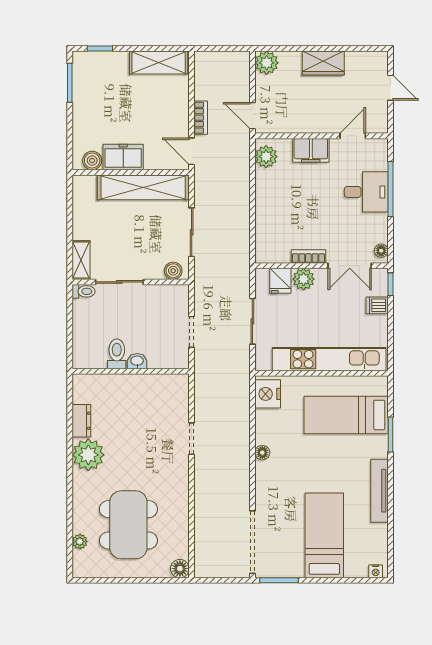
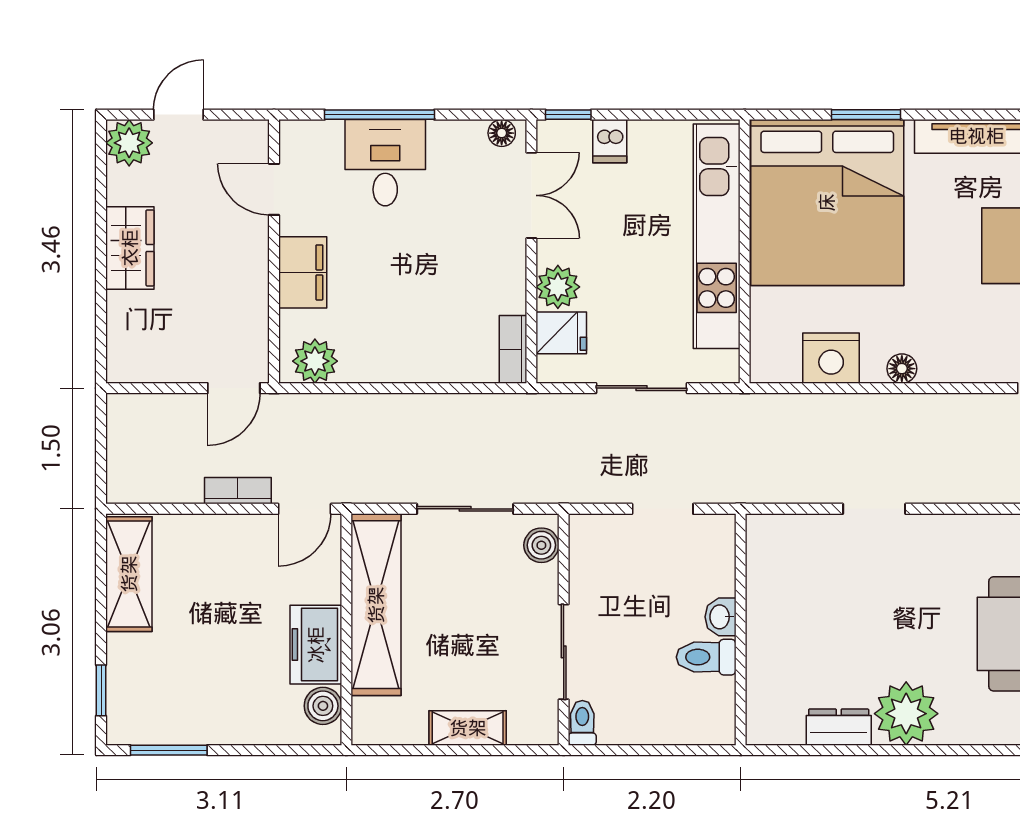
plant: (267, 63) -> (129, 143), moved
bookcase: (308, 256) -> (513, 349), moved
shelving: (81, 260) -> (468, 728), moved
nightstand: (268, 394) -> (831, 358), moved
bed: (346, 415) -> (827, 202), width x2.04

